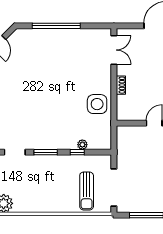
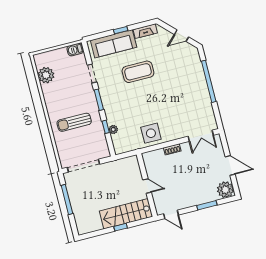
coffee table: (26, 101) -> (138, 72), added
sun lounger: (87, 191) -> (74, 122), moved

